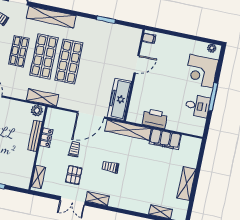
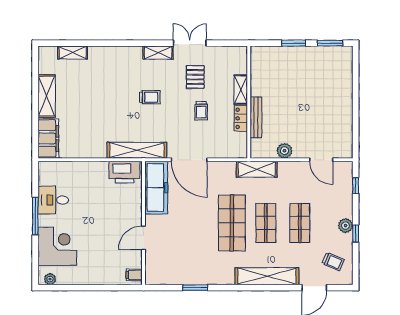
shop shelf: (44, 56) -> (266, 223), width x0.70, depth x0.74
plant: (37, 111) -> (284, 151), moved
door: (91, 115) -> (189, 160), swing flipped
printer: (155, 119) -> (125, 172), moved
filing cabinet: (165, 139) -> (48, 138), moved, turned 90
shelving: (38, 177) -> (241, 90), moved

